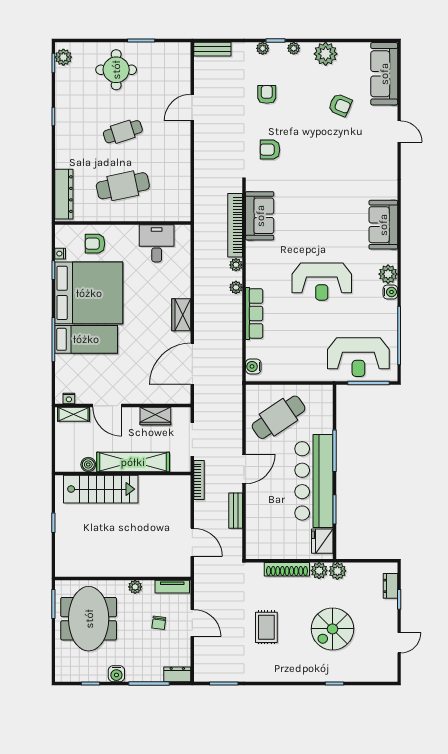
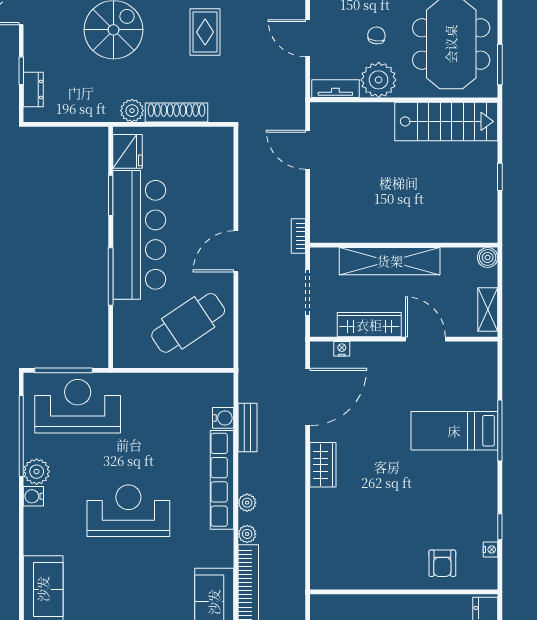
desk: (157, 243) -> (357, 564), removed
armchair: (95, 244) -> (442, 563), turned 90
plant: (388, 274) -> (37, 472), moved
bed: (89, 293) -> (451, 495), removed
row of seats: (254, 313) -> (222, 480), width x1.36
water cooler: (253, 366) -> (223, 418), moved
nightstand: (69, 399) -> (342, 349), moved
shelving: (74, 414) -> (488, 310), moved, turned 90
wardrobe: (155, 416) -> (369, 325), width x1.50
boiler: (88, 465) -> (488, 257), moved
bookcase: (199, 480) -> (298, 236), width x0.64
stairs: (101, 489) -> (446, 121), moved, turned 180
bench: (236, 511) -> (248, 428), moved
plant: (337, 571) -> (107, 110), removed
plant: (135, 587) -> (379, 80), width x1.88, depth x1.88
chair: (159, 623) -> (376, 35), moved

